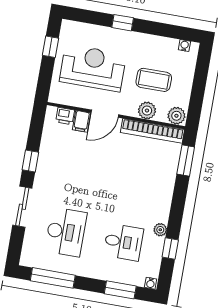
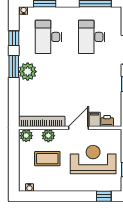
window: (123, 23) -> (104, 196), moved
reception desk: (93, 68) -> (93, 160), turned 180
window: (186, 160) -> (14, 66), moved
plant: (160, 230) -> (28, 72), moved, width x1.88, depth x1.88
desk: (123, 242) -> (49, 37), width x1.37

